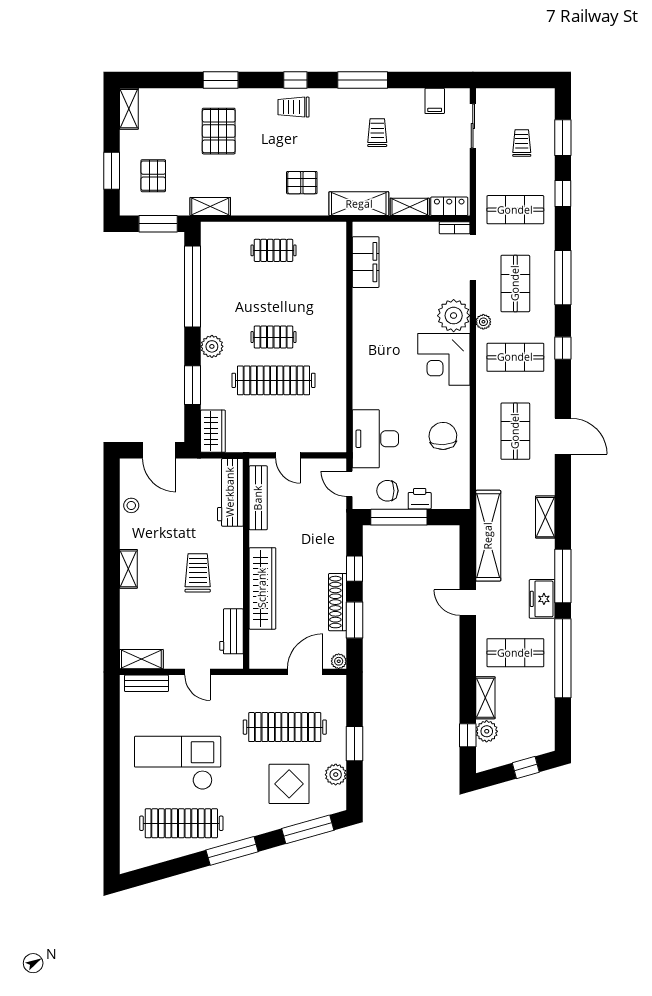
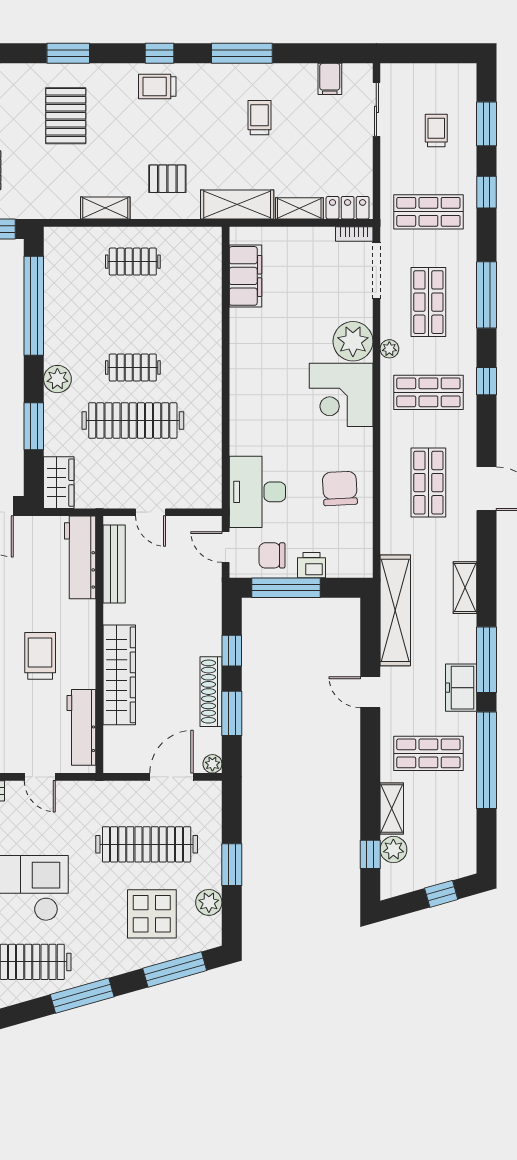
shelving: (210, 207) -> (105, 208), moved
workbench: (231, 631) -> (81, 727), width x1.37

